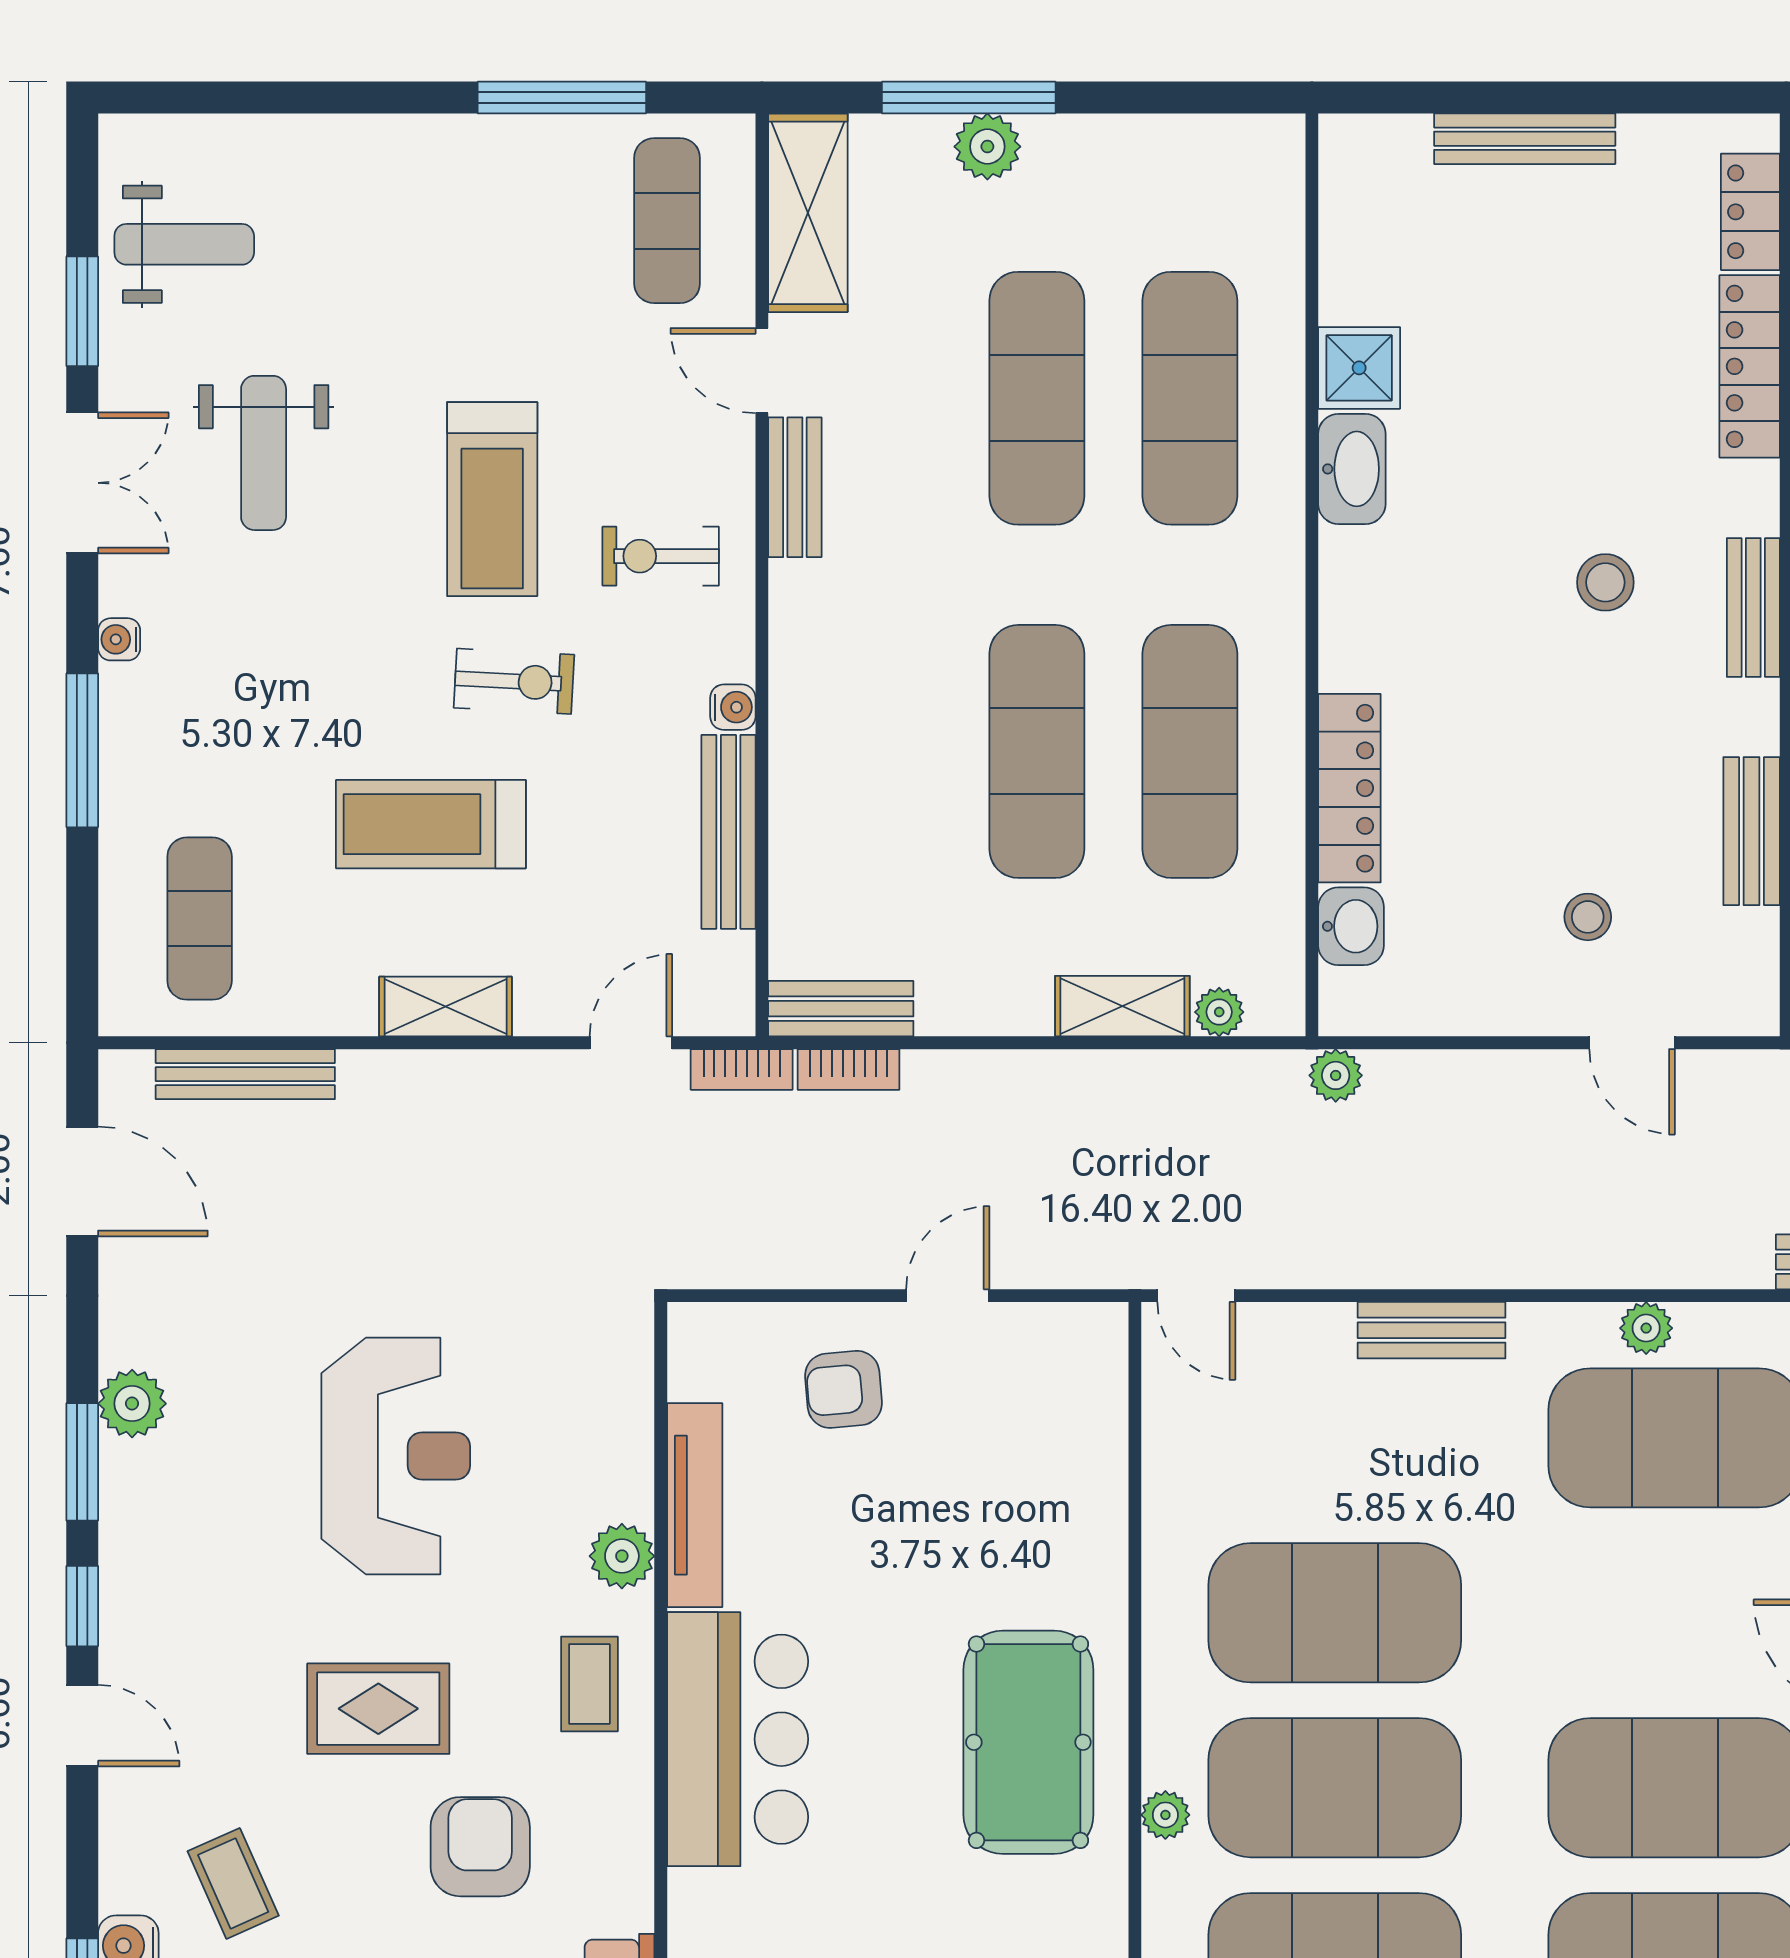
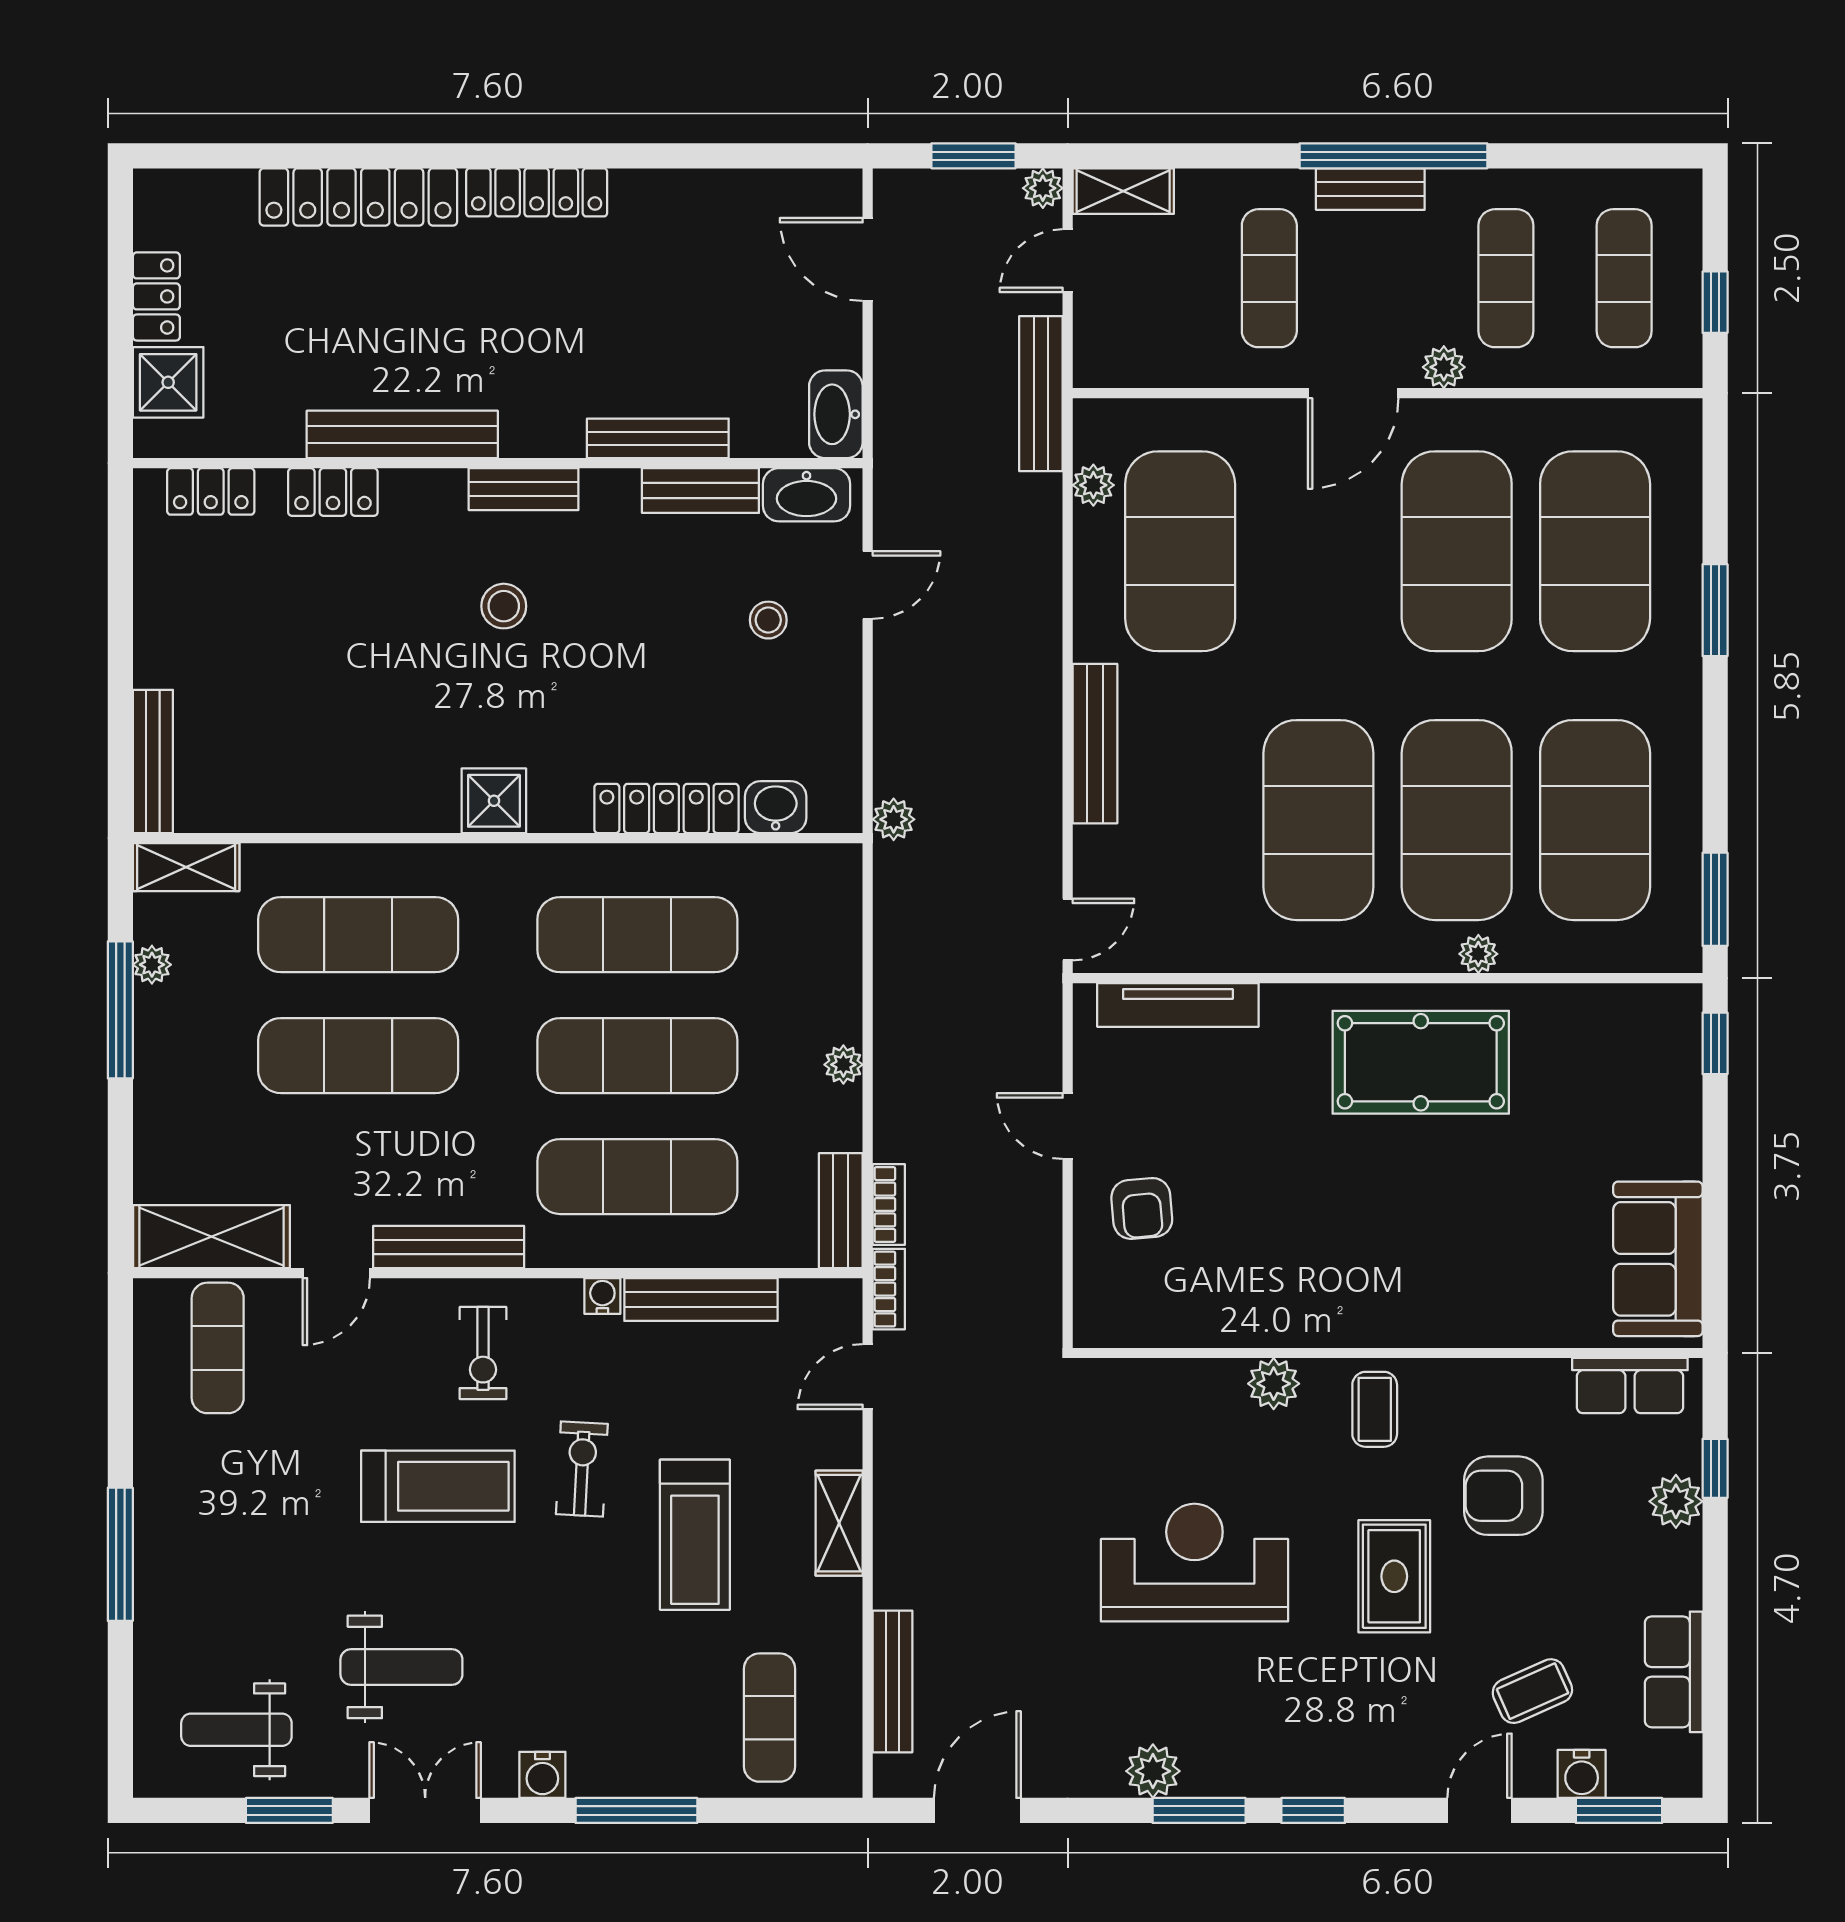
window: (562, 97) -> (120, 1554), moved
window: (969, 97) -> (120, 1010), moved
bench: (1525, 139) -> (153, 761), moved
plant: (987, 147) -> (152, 965), moved, width x0.73, depth x0.73
exercise mat: (667, 221) -> (218, 1348), turned 90
weight bench: (184, 244) -> (236, 1730), turned -90
locker: (1750, 366) -> (333, 492), width x0.66
shower: (1359, 368) -> (494, 801), moved
washbasin: (1352, 469) -> (806, 495), moved, turned 180
bench: (795, 487) -> (449, 1247), width x1.36
water cooler: (119, 639) -> (542, 1775), width x1.38, depth x1.38
exercise mat: (884, 751) -> (637, 1177), added
exercise mat: (200, 919) -> (770, 1718), turned 90
shelving: (1122, 1006) -> (186, 867), moved, turned 90
plant: (1219, 1012) -> (843, 1065), moved
door: (631, 1043) -> (868, 1377), hinge flipped
plant: (1646, 1328) -> (1093, 485), moved
bench: (1432, 1330) -> (1095, 744), width x1.36
tv unit: (695, 1505) -> (1178, 1005), moved, turned 180
coffee table: (589, 1684) -> (1375, 1409), turned 90
door: (82, 1726) -> (1479, 1810), moved
bar counter: (738, 1739) -> (1418, 1292), removed

